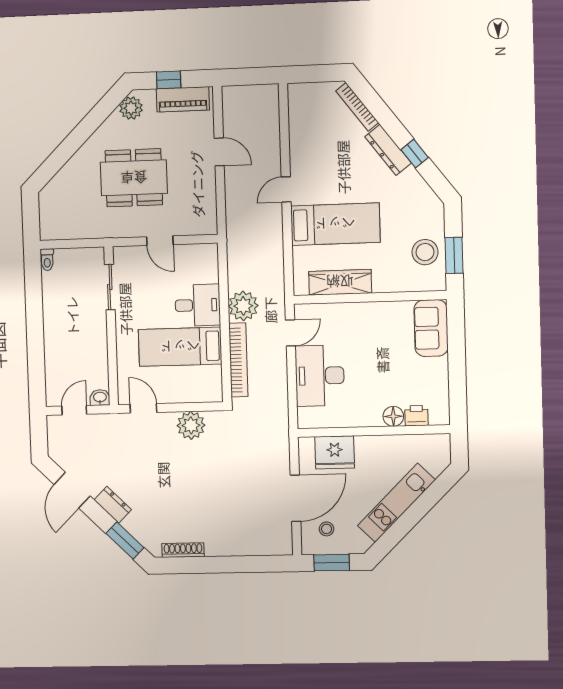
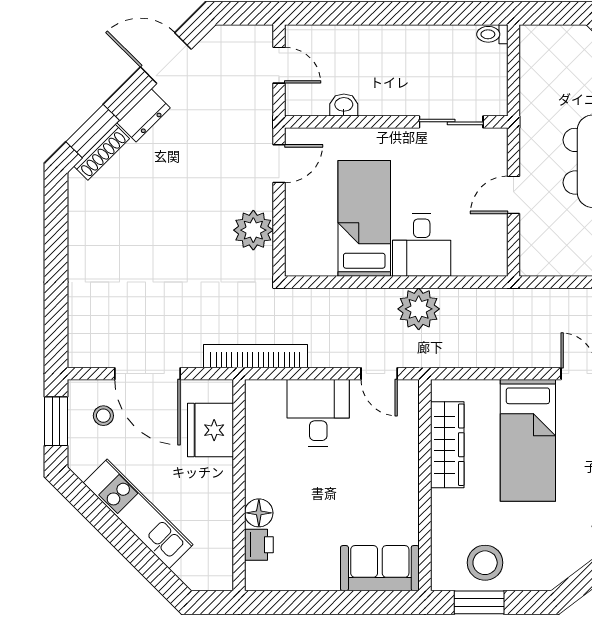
bookcase: (238, 360) -> (255, 356), moved, turned 180
desk: (320, 376) -> (318, 413), width x0.73
washbasin: (100, 398) -> (344, 105), moved, turned -90
shoe rack: (183, 550) -> (102, 152), moved, turned 45

